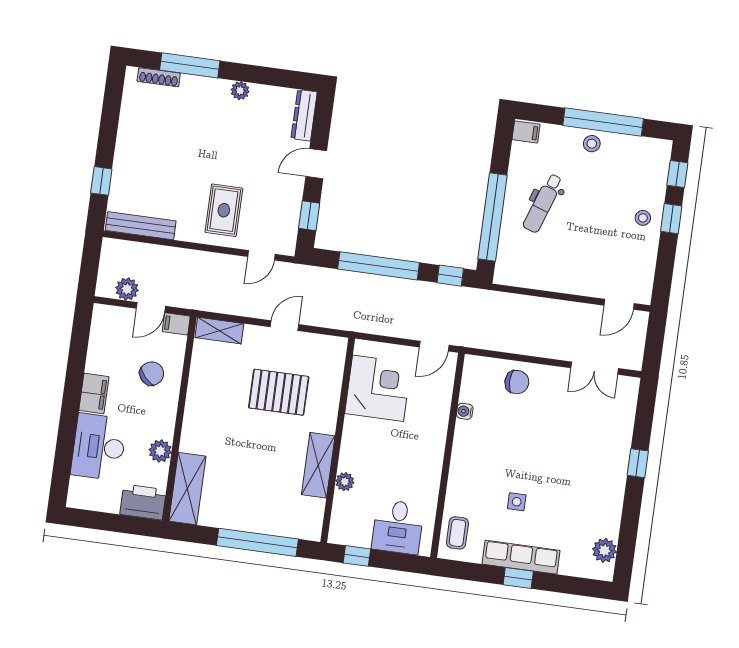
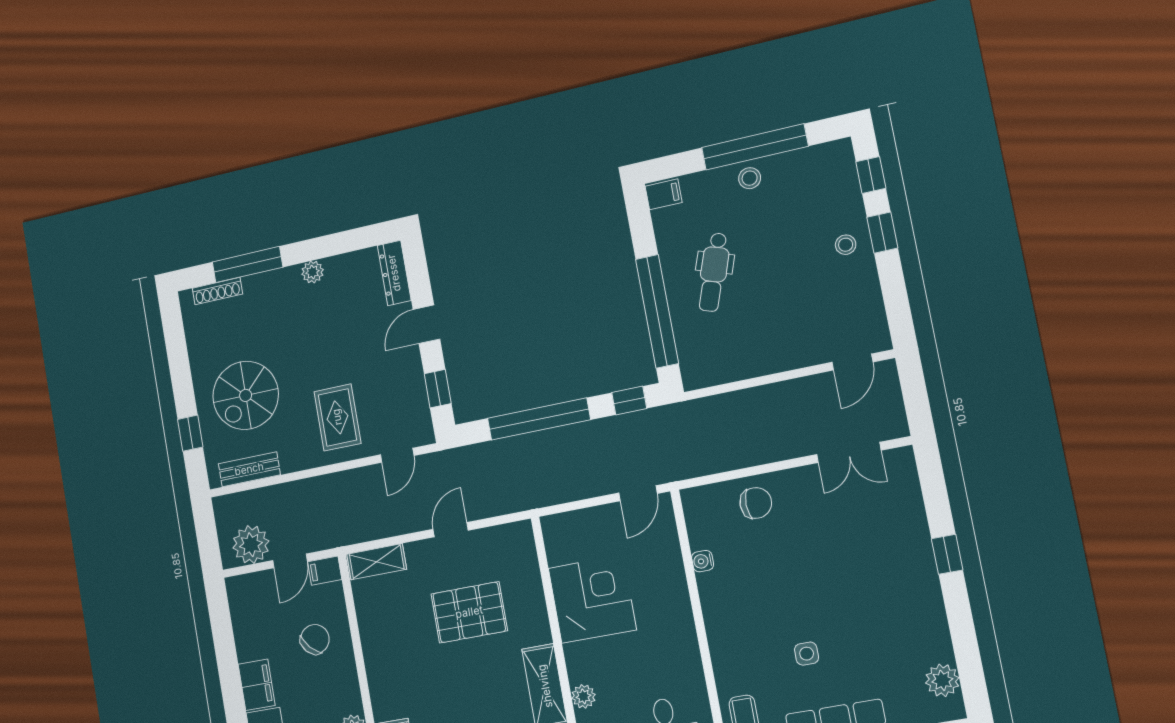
spiral stairs: (156, 167) -> (246, 395), added
bench: (141, 226) -> (249, 469), width x0.73
plant: (127, 289) -> (251, 545), width x1.36, depth x1.36
corner desk: (378, 388) -> (592, 599), moved

